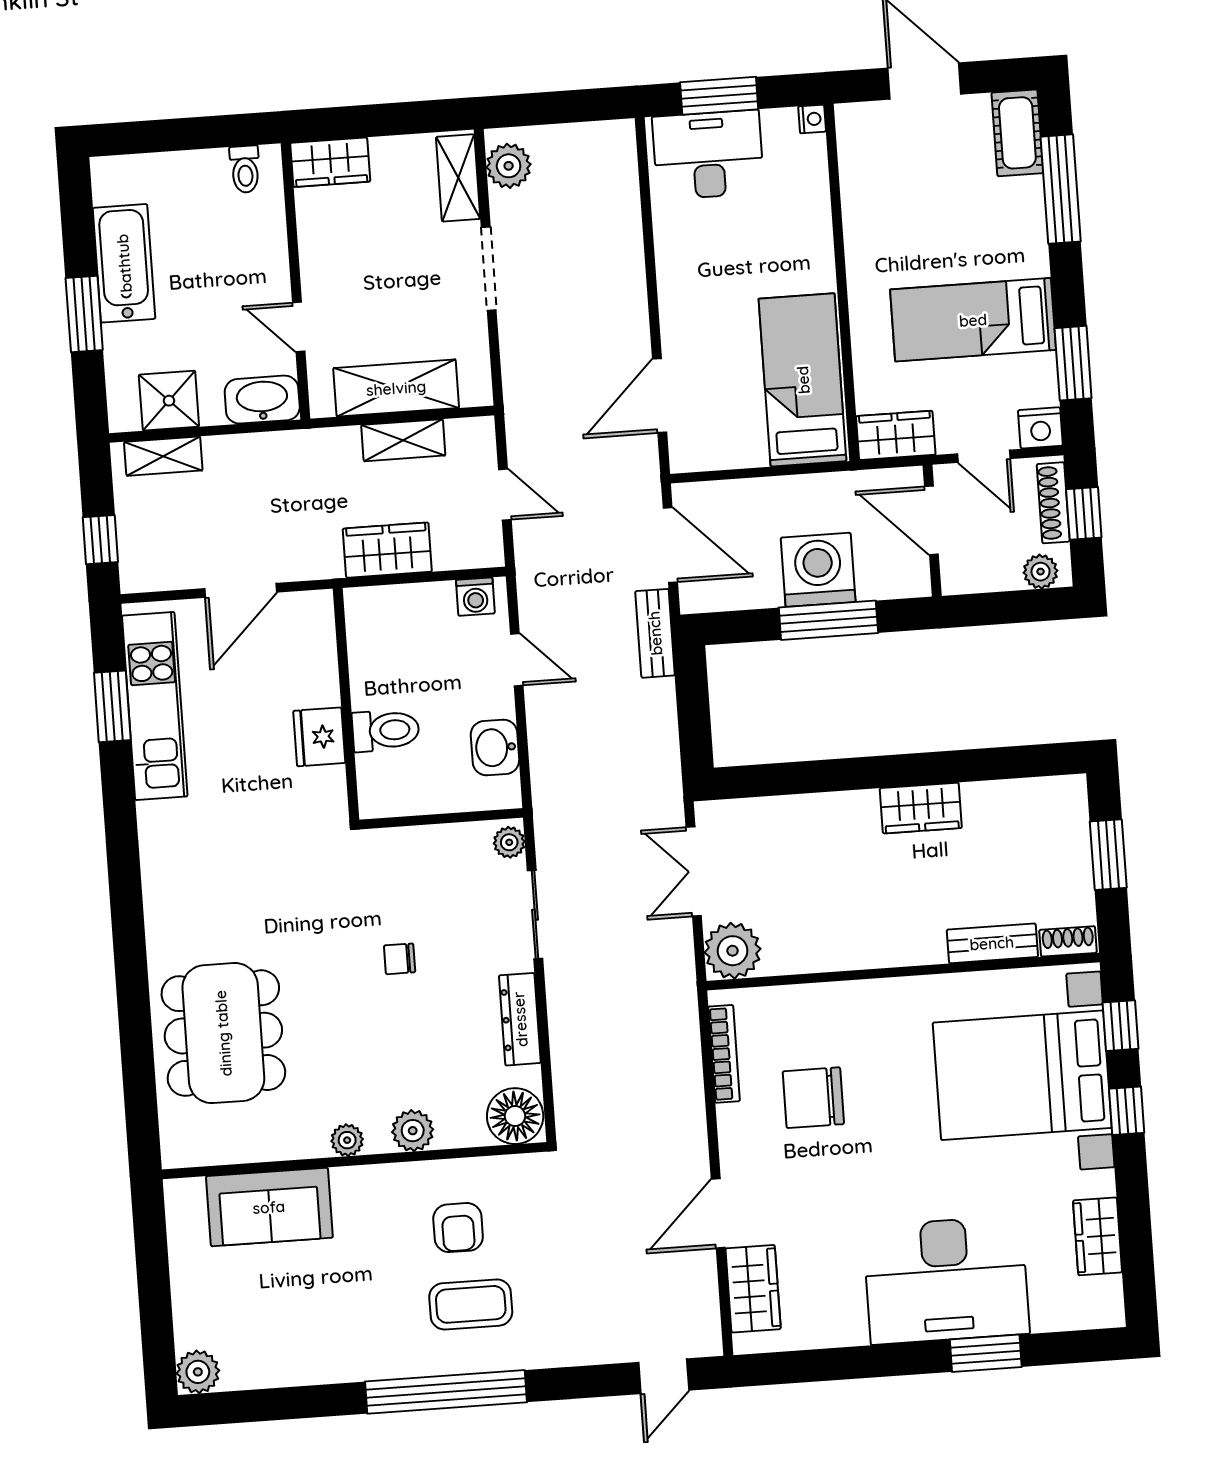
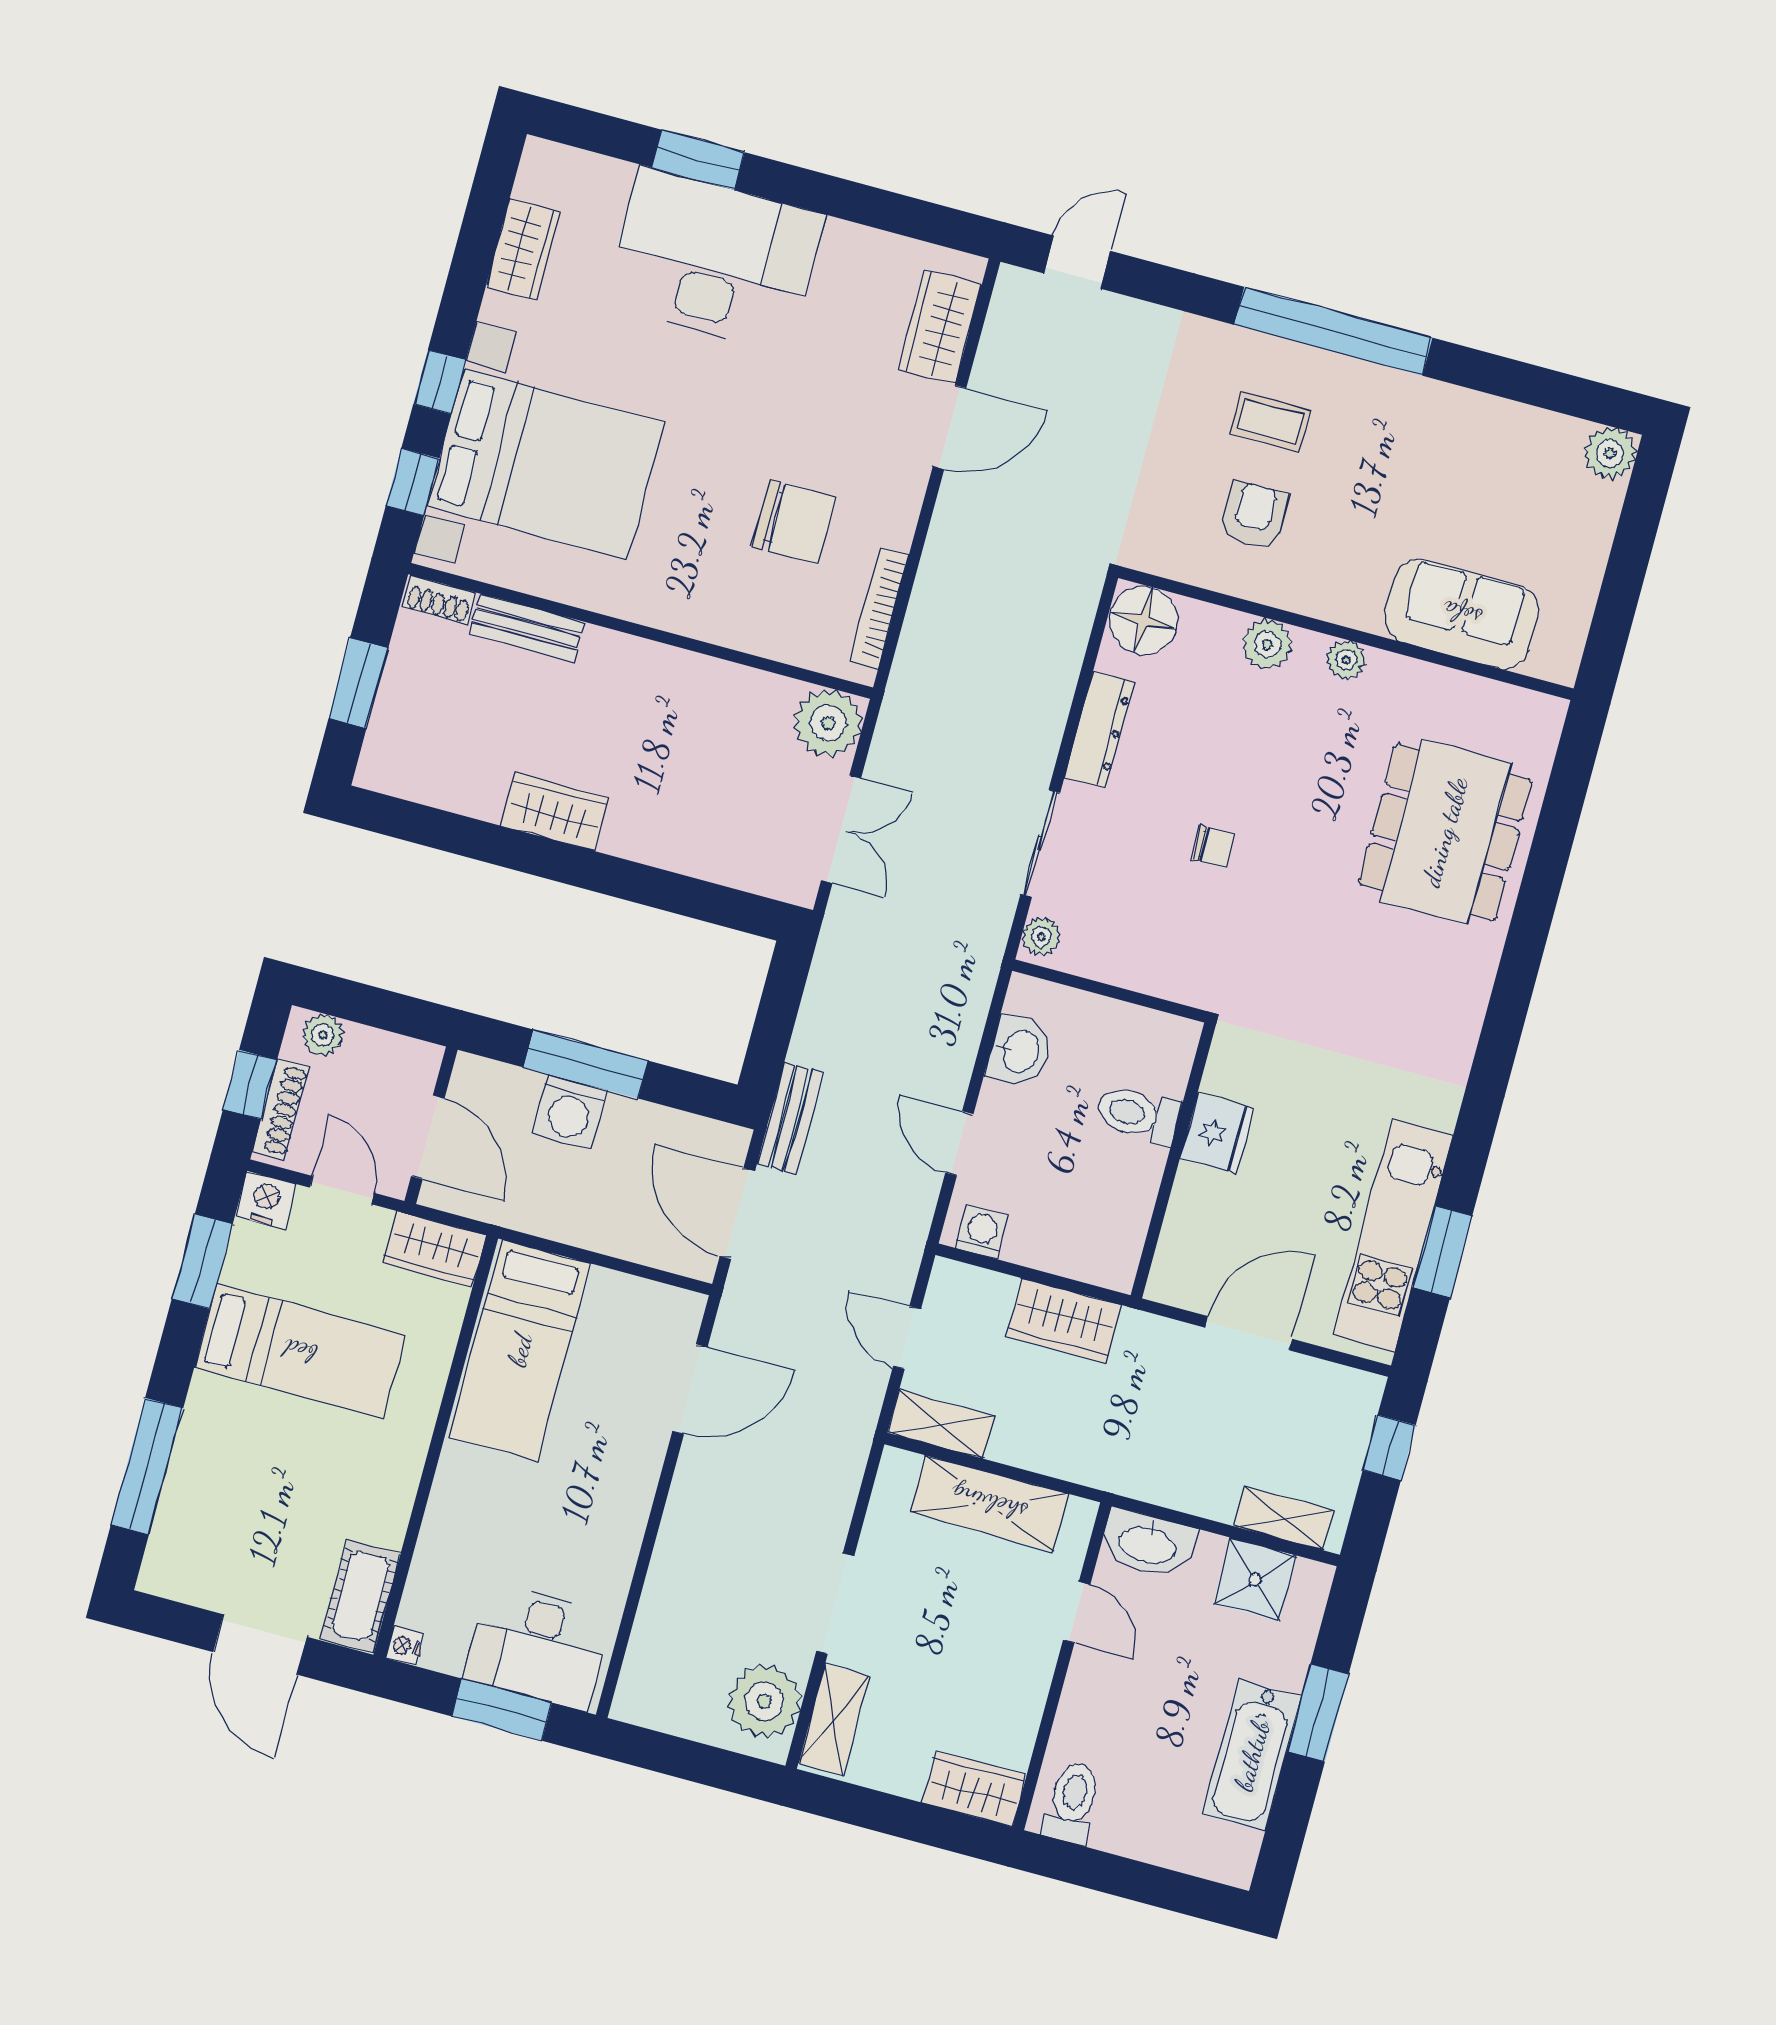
cot: (1017, 133) -> (361, 1596), moved
plant: (509, 166) -> (764, 1701), width x1.36, depth x1.36
toilet: (245, 169) -> (1072, 1803), width x1.37, depth x1.39
shelving: (403, 440) -> (941, 1424), moved
washing machine: (818, 570) -> (569, 1112), width x0.73, depth x0.73
coffee table: (471, 1304) -> (1270, 422), width x0.73, depth x0.77

